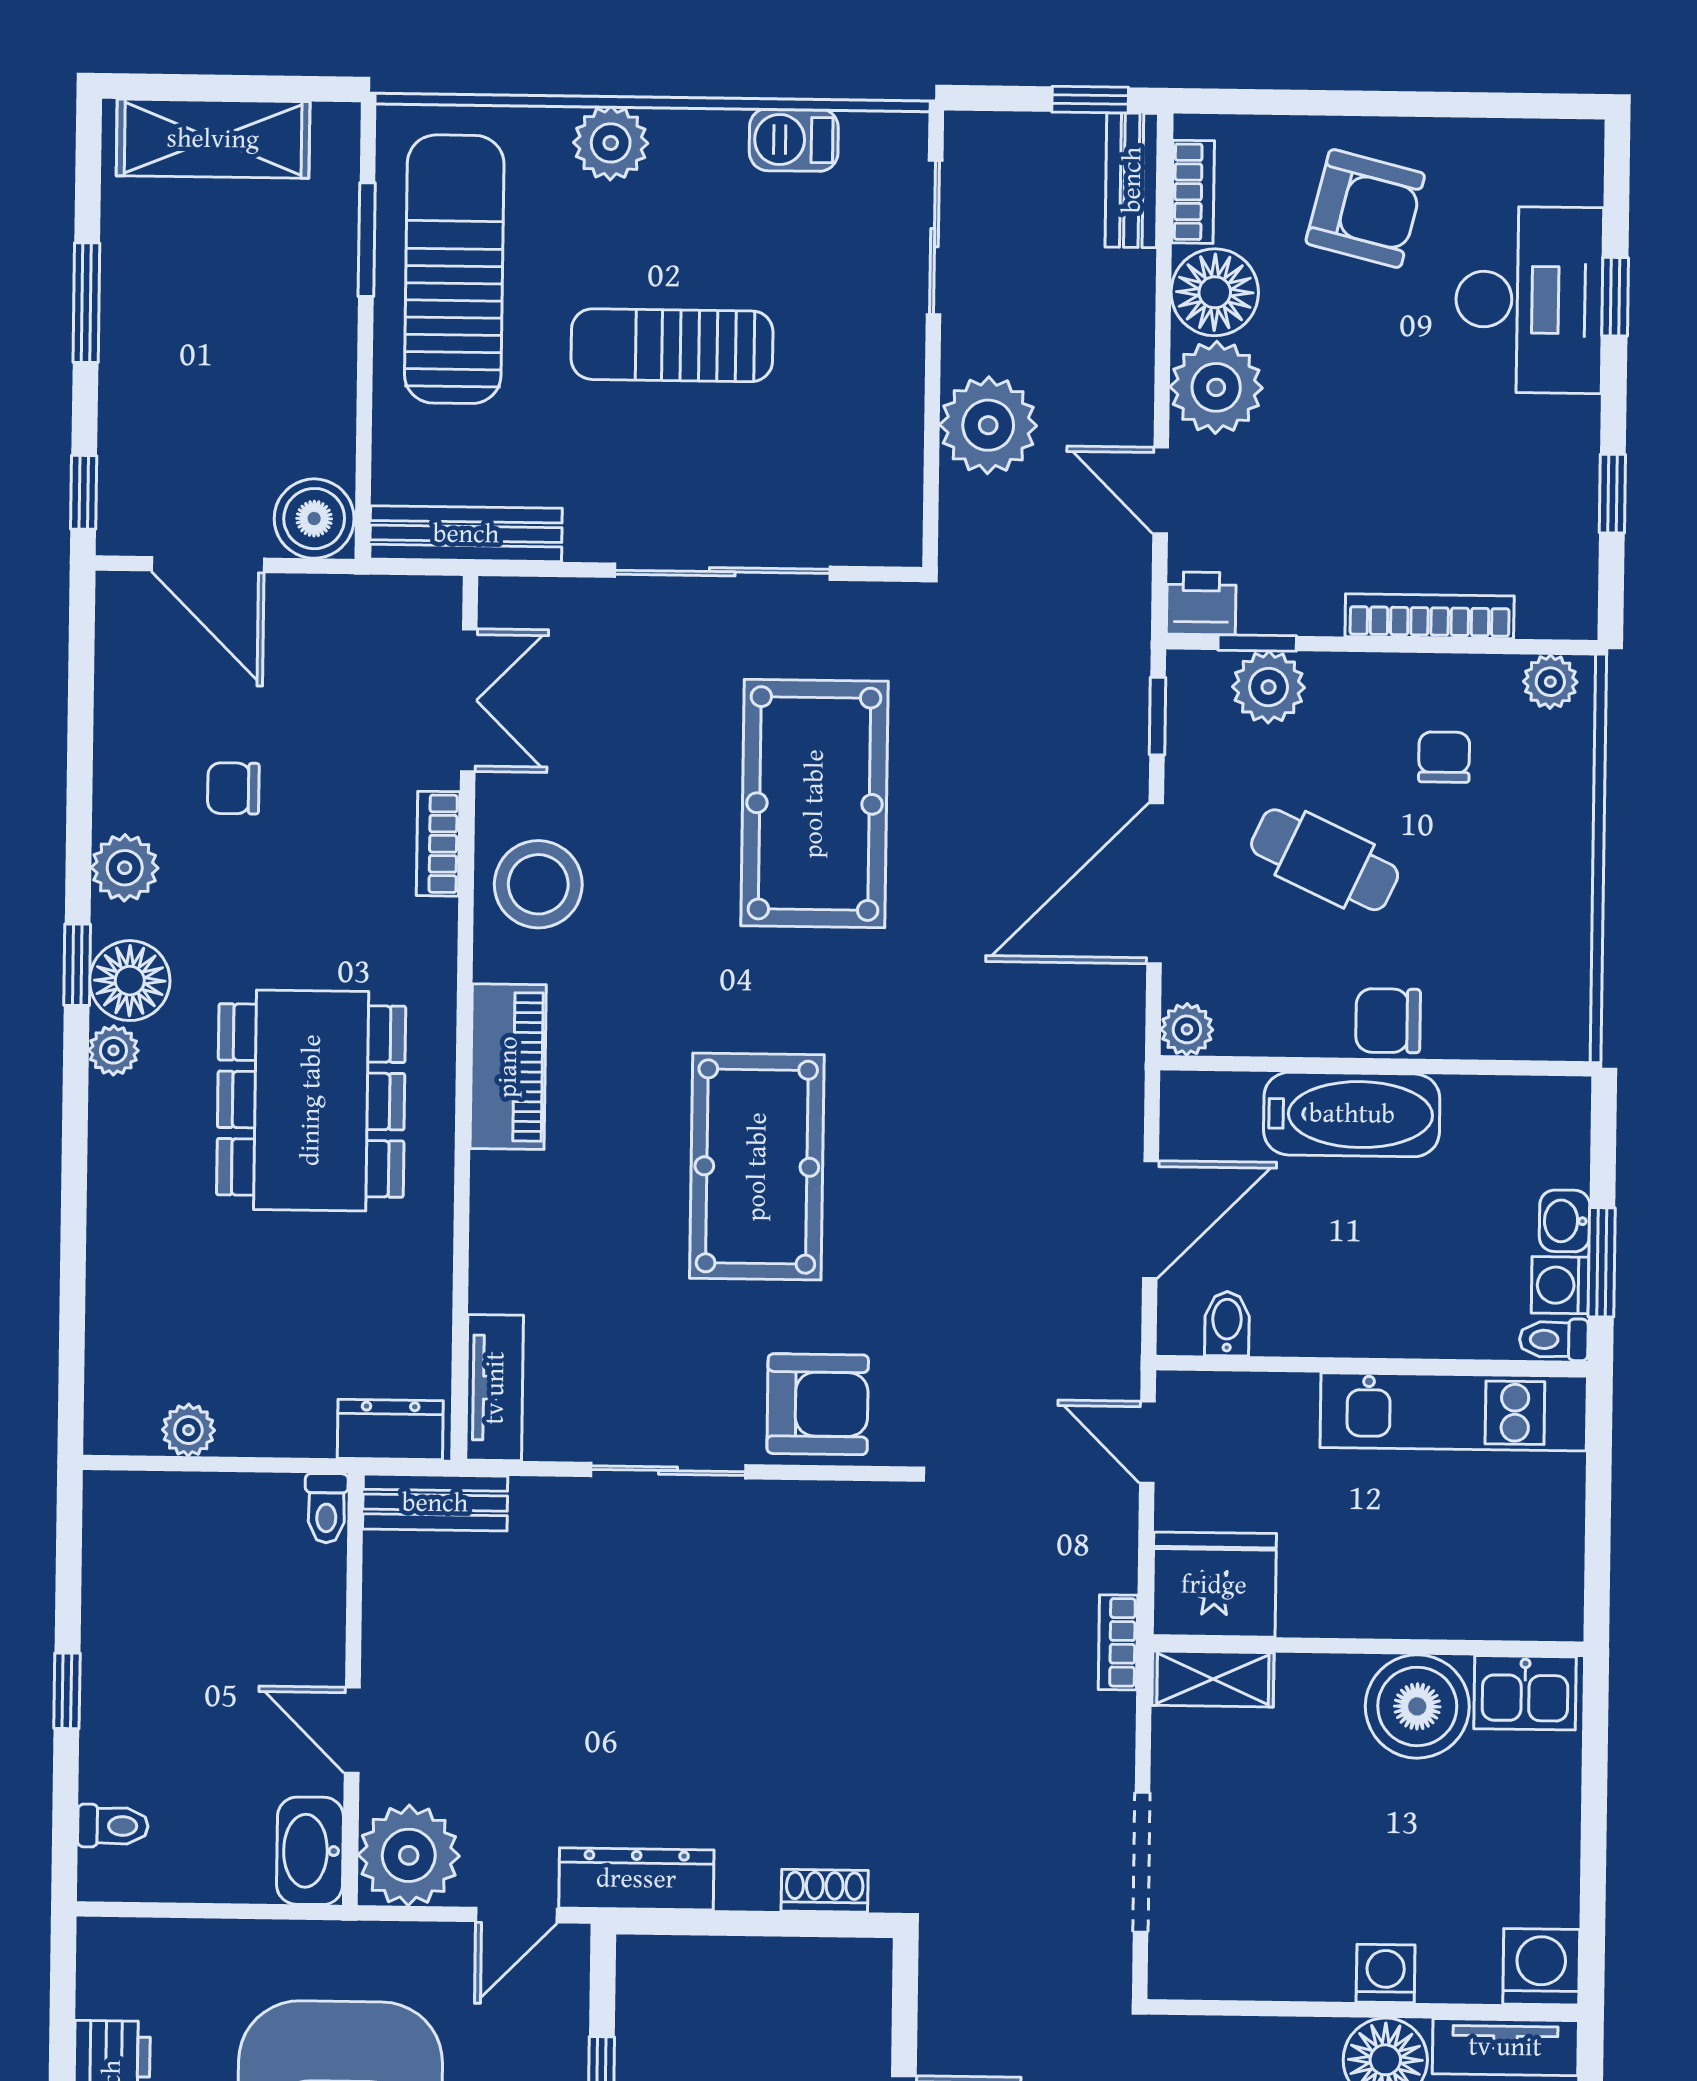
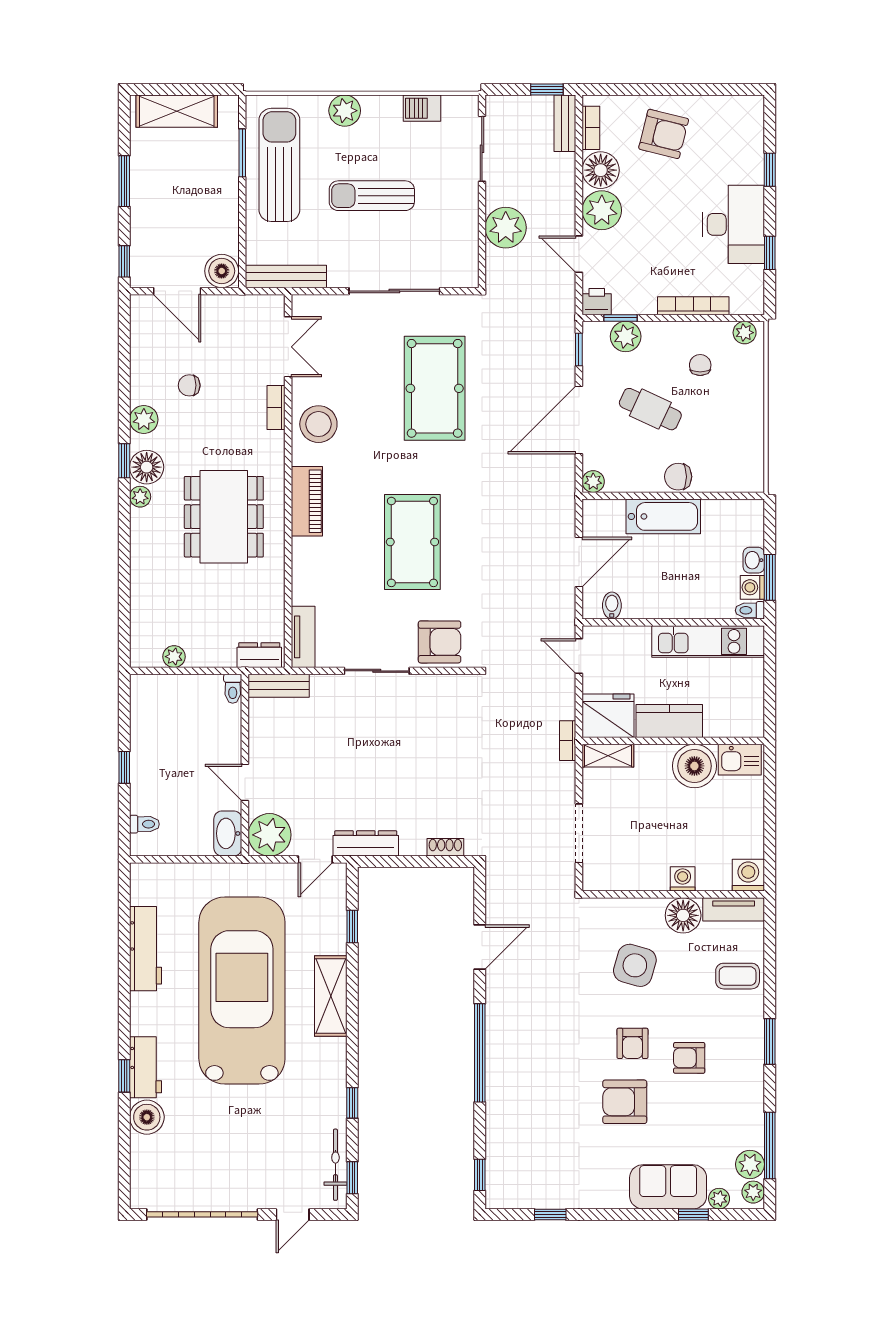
desk: (1529, 300) -> (733, 224), moved
kitchen counter: (1359, 1599) -> (669, 721), added

